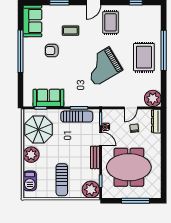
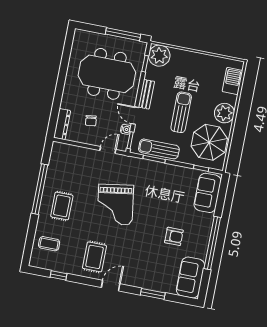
coffee table: (70, 31) -> (49, 244), moved
window: (164, 50) -> (40, 189), moved
rug: (144, 57) -> (62, 206), width x0.73, depth x0.70
grand piano: (102, 66) -> (115, 205), turned 112
sofa: (48, 98) -> (208, 193), moved, turned 90
plant: (153, 98) -> (61, 153), removed
door: (131, 108) -> (108, 150), moved
sun lounger: (62, 180) -> (181, 112), moved
window: (136, 201) -> (123, 34), moved

